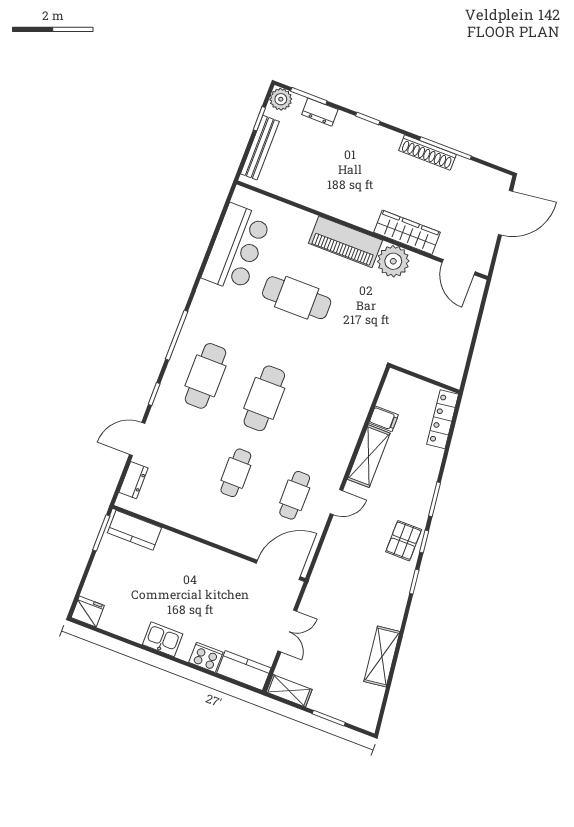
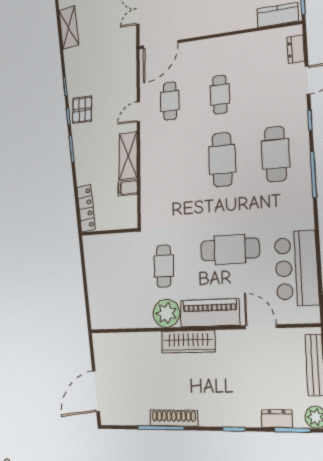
wardrobe: (407, 232) -> (188, 342), moved
door: (459, 267) -> (261, 327), moved
cafe table: (376, 313) -> (164, 266), added

